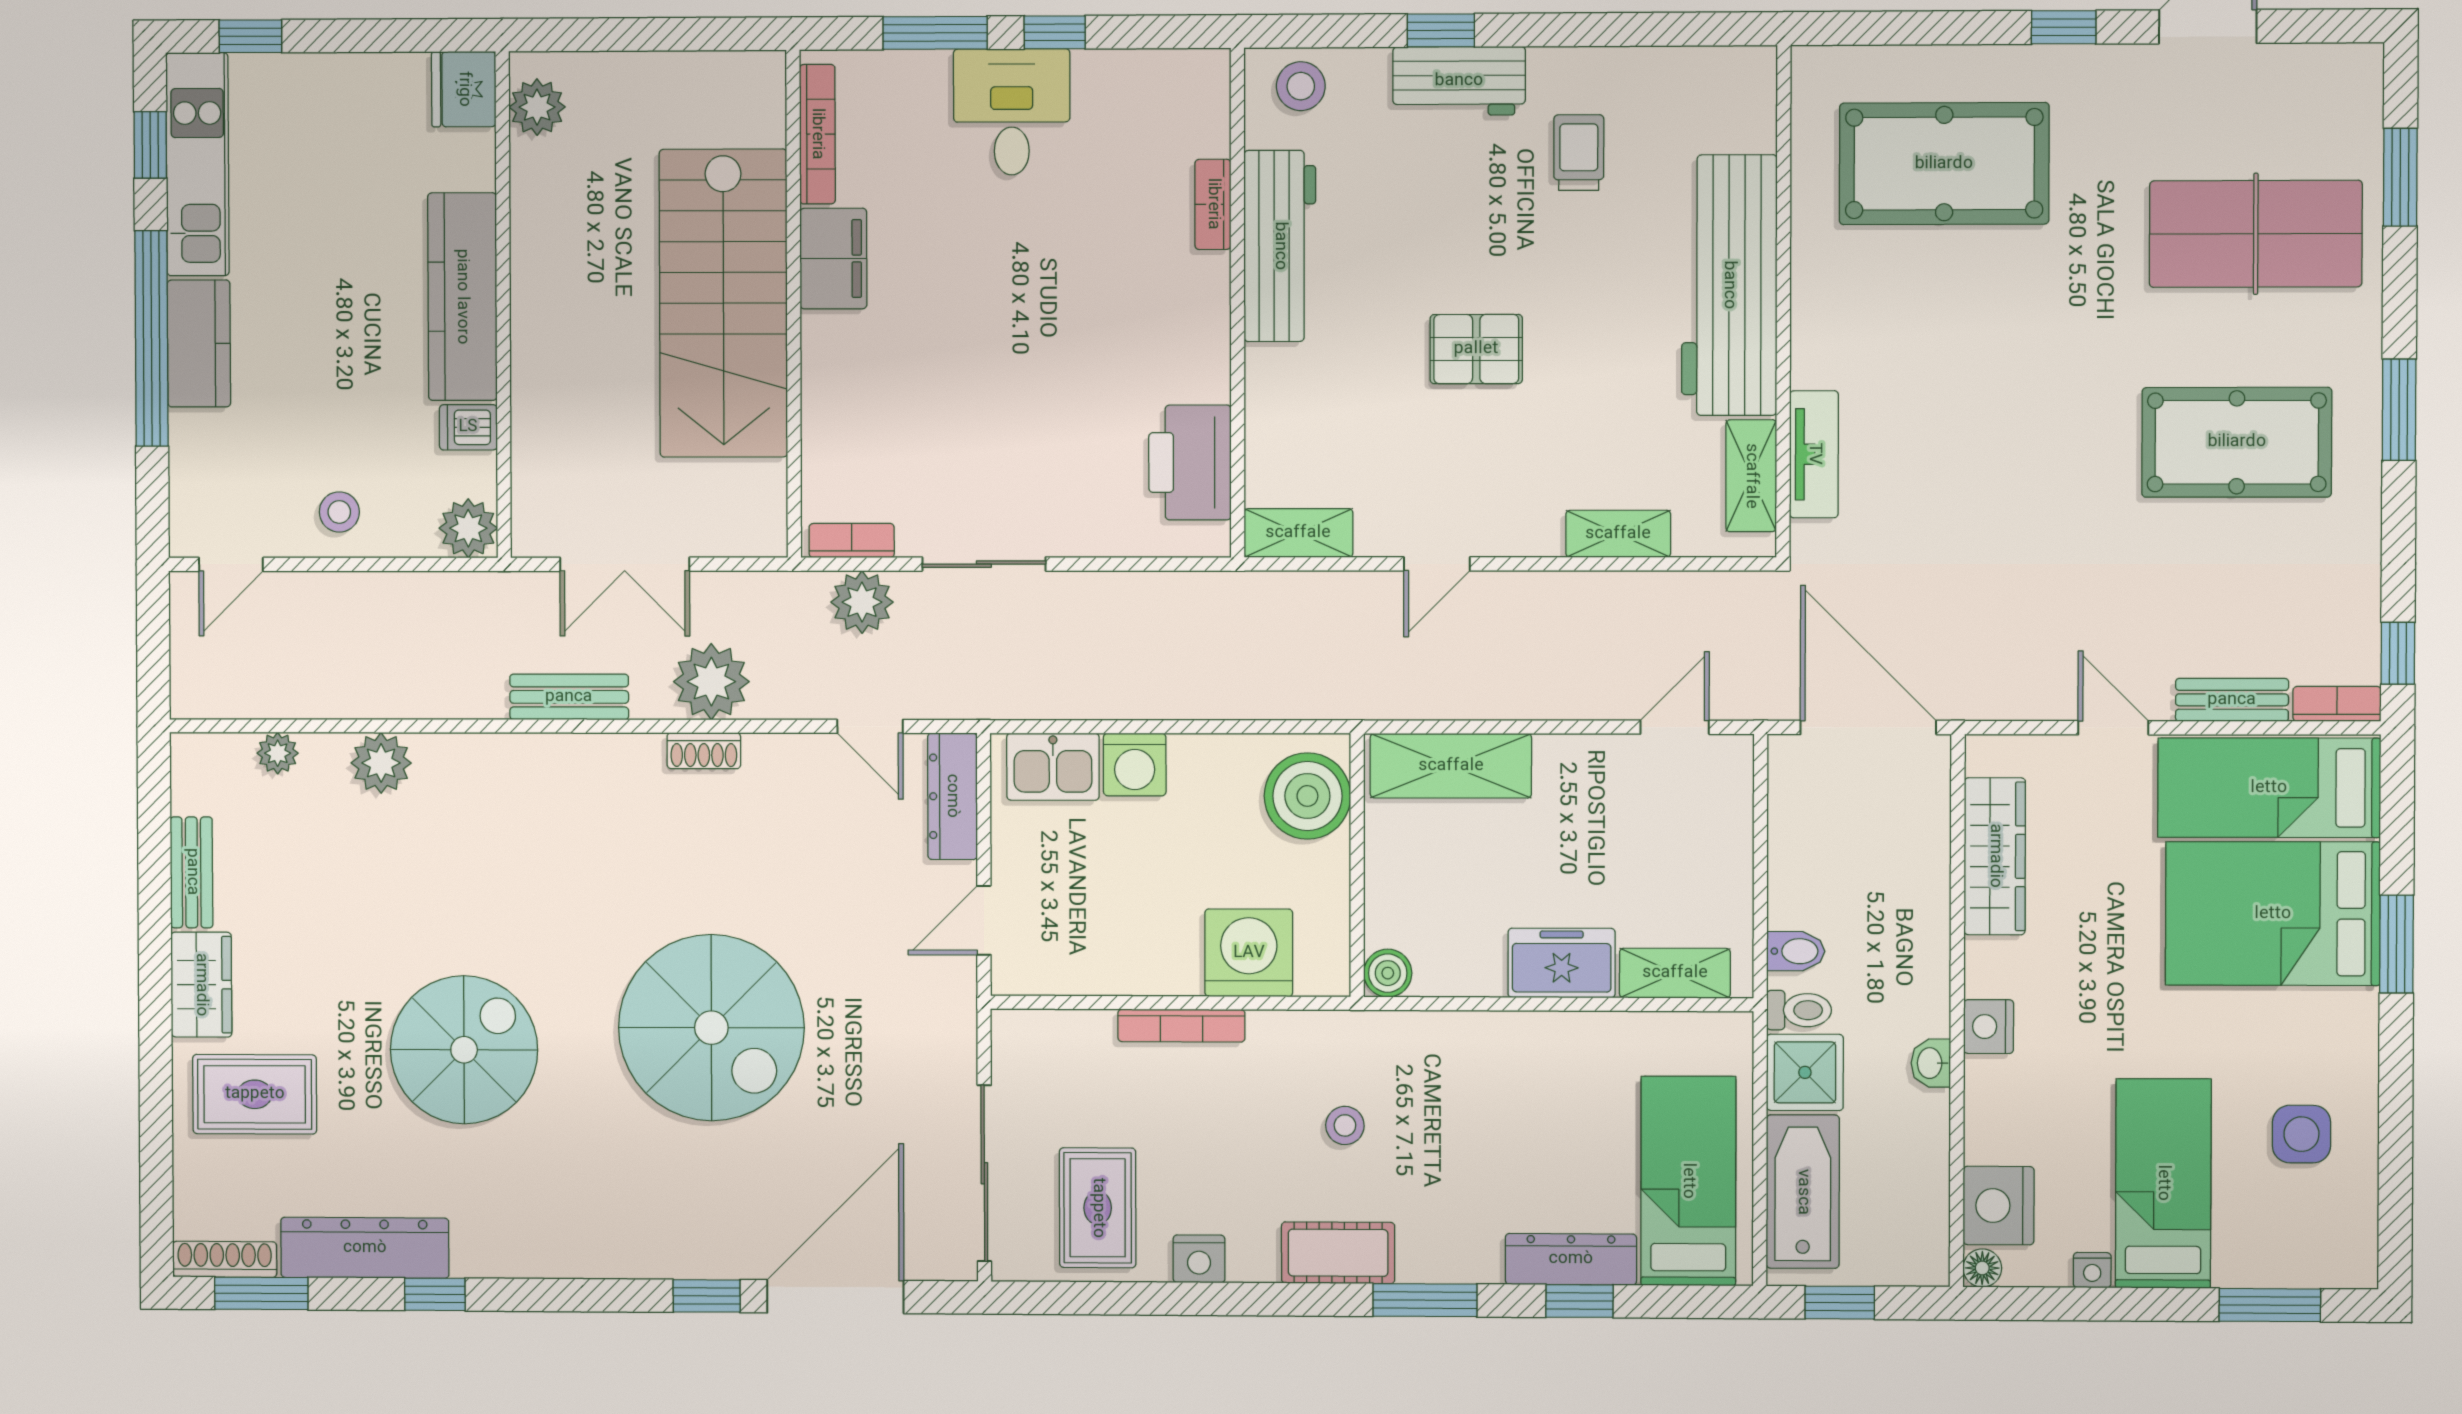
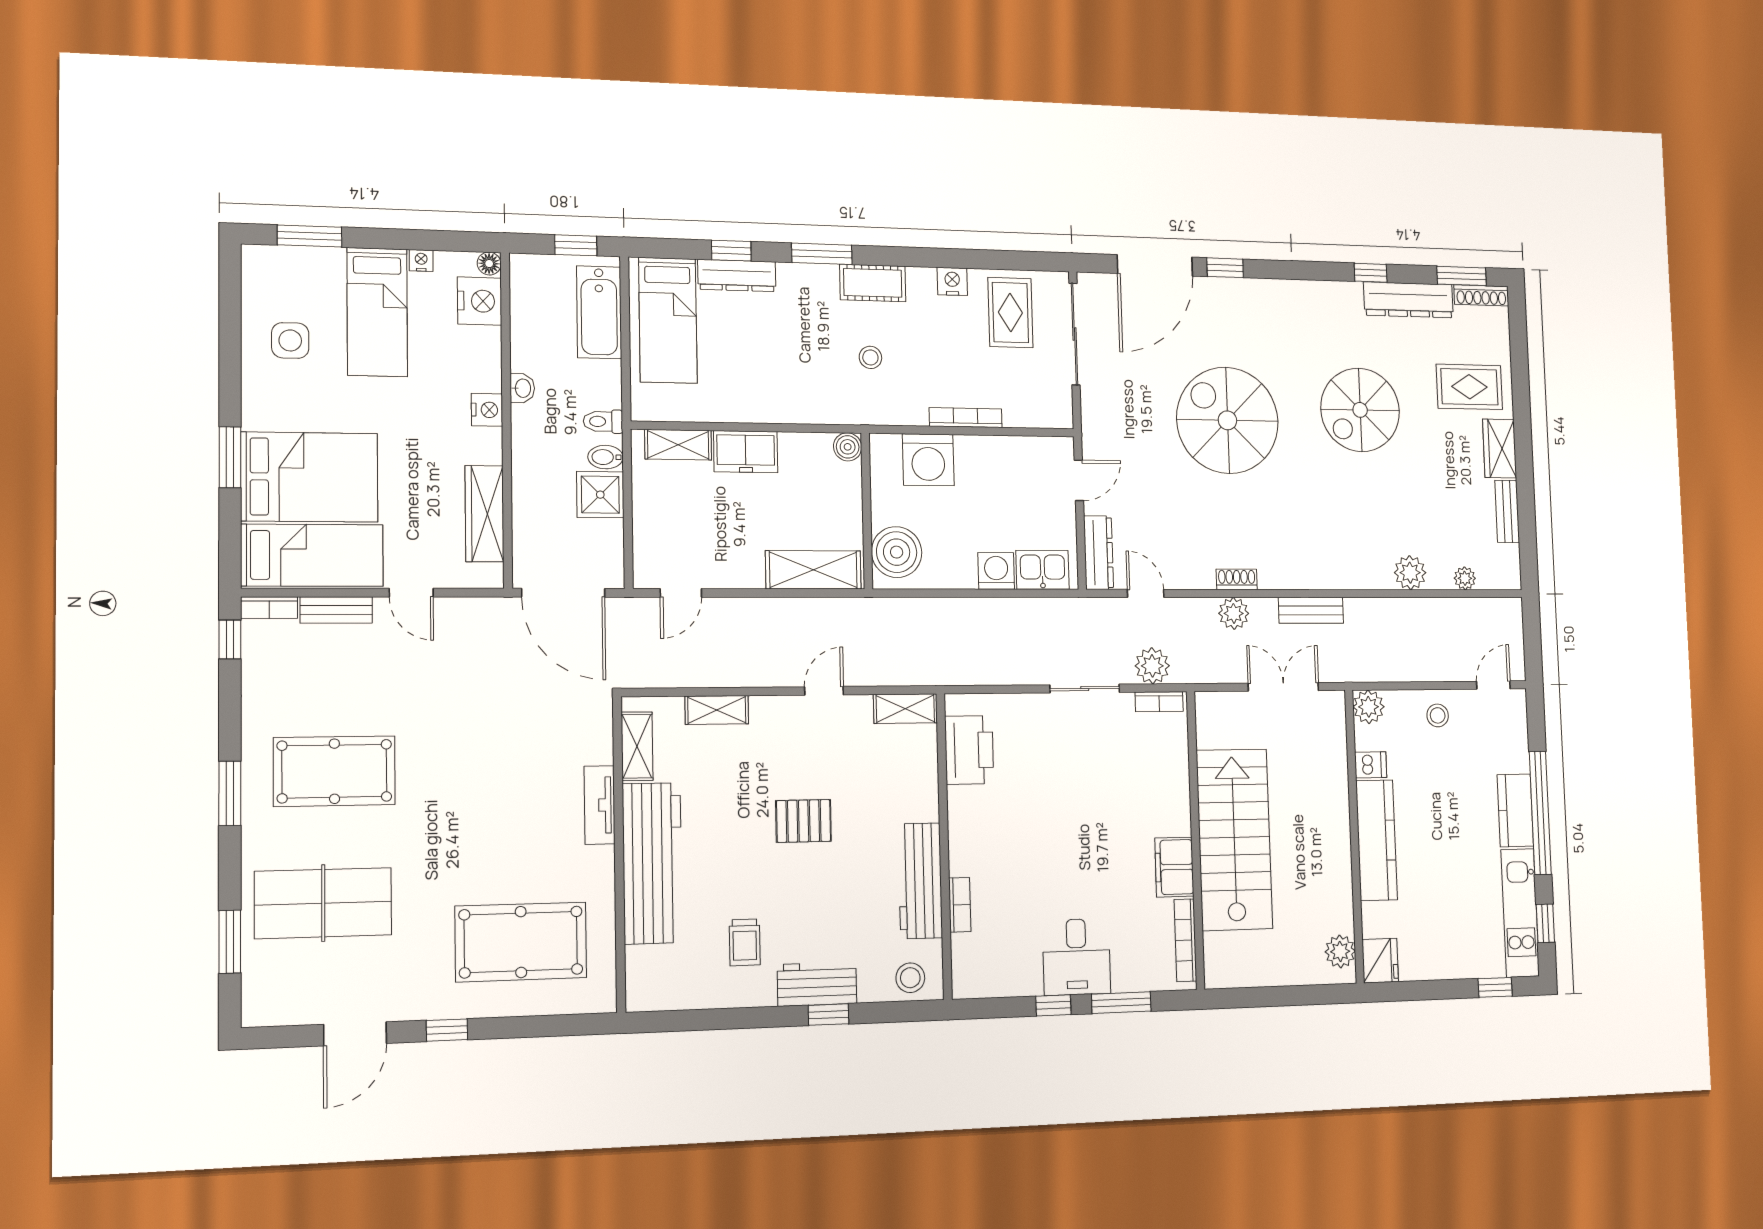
tv unit: (1814, 454) -> (600, 805), moved
plant: (711, 682) -> (1234, 613), width x0.73, depth x0.73
shower: (1805, 1072) -> (600, 495), moved

